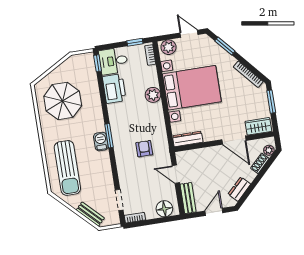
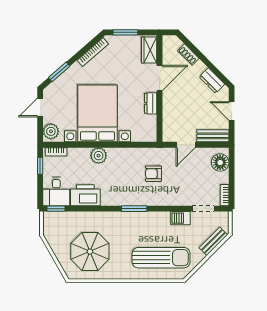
dresser: (188, 139) -> (151, 103), moved, width x0.70
barbecue: (101, 141) -> (181, 218), moved
plant: (269, 150) -> (176, 43), removed

